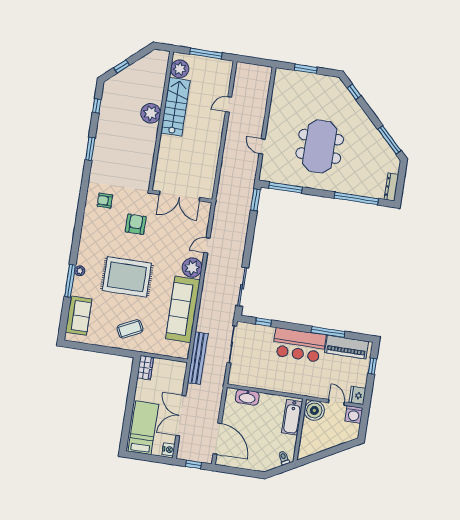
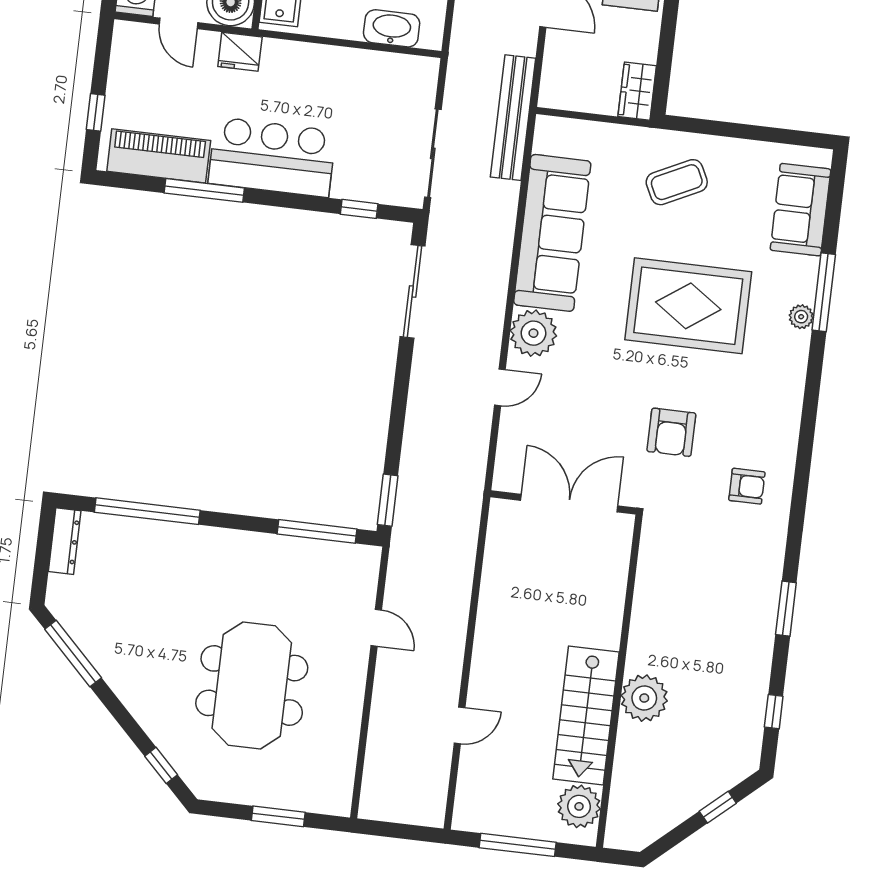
meeting table: (320, 146) -> (252, 685), moved
fridge: (357, 395) -> (240, 52), moved, turned 90

